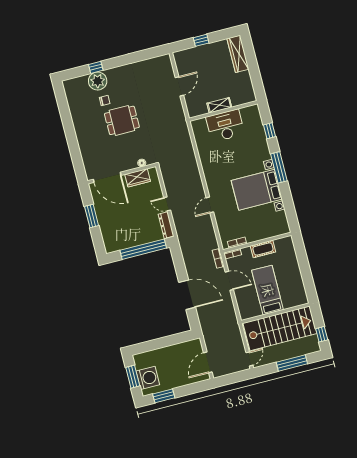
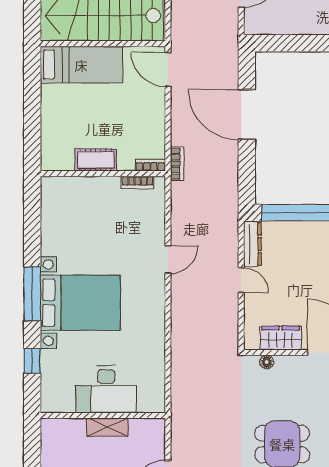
bed with nightstands: (257, 190) -> (80, 303), moved
door: (229, 281) -> (168, 69), moved
bed: (268, 290) -> (81, 65), moved, turned -90

